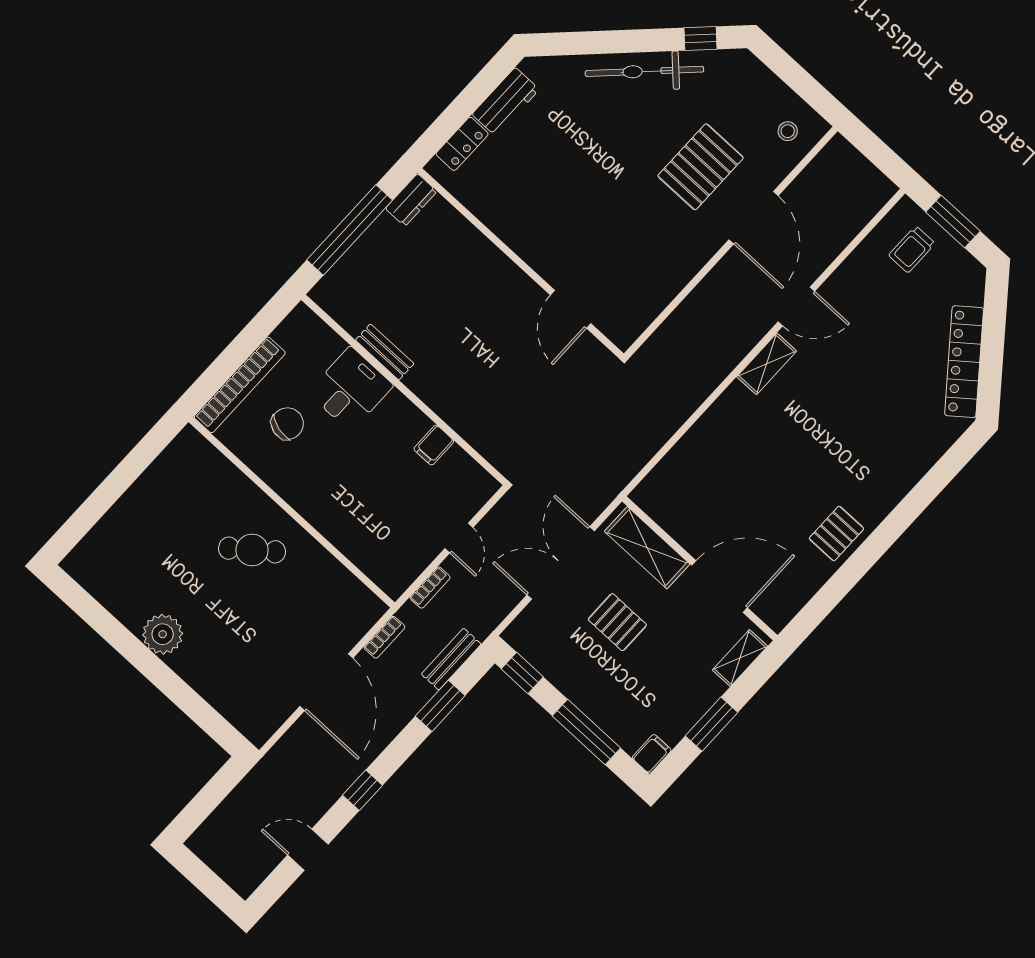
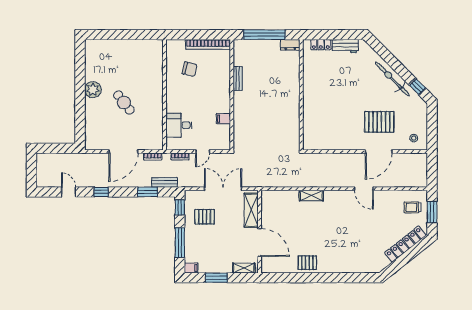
door: (571, 309) -> (301, 122), removed
locker: (964, 362) -> (405, 244), moved
shelving: (767, 364) -> (311, 195), moved
bookcase: (240, 385) -> (208, 44), moved
desk: (350, 389) -> (179, 125), moved, turned 180
cafe table: (252, 550) -> (124, 102), moved
pallet: (617, 622) -> (205, 217), moved, turned 90

